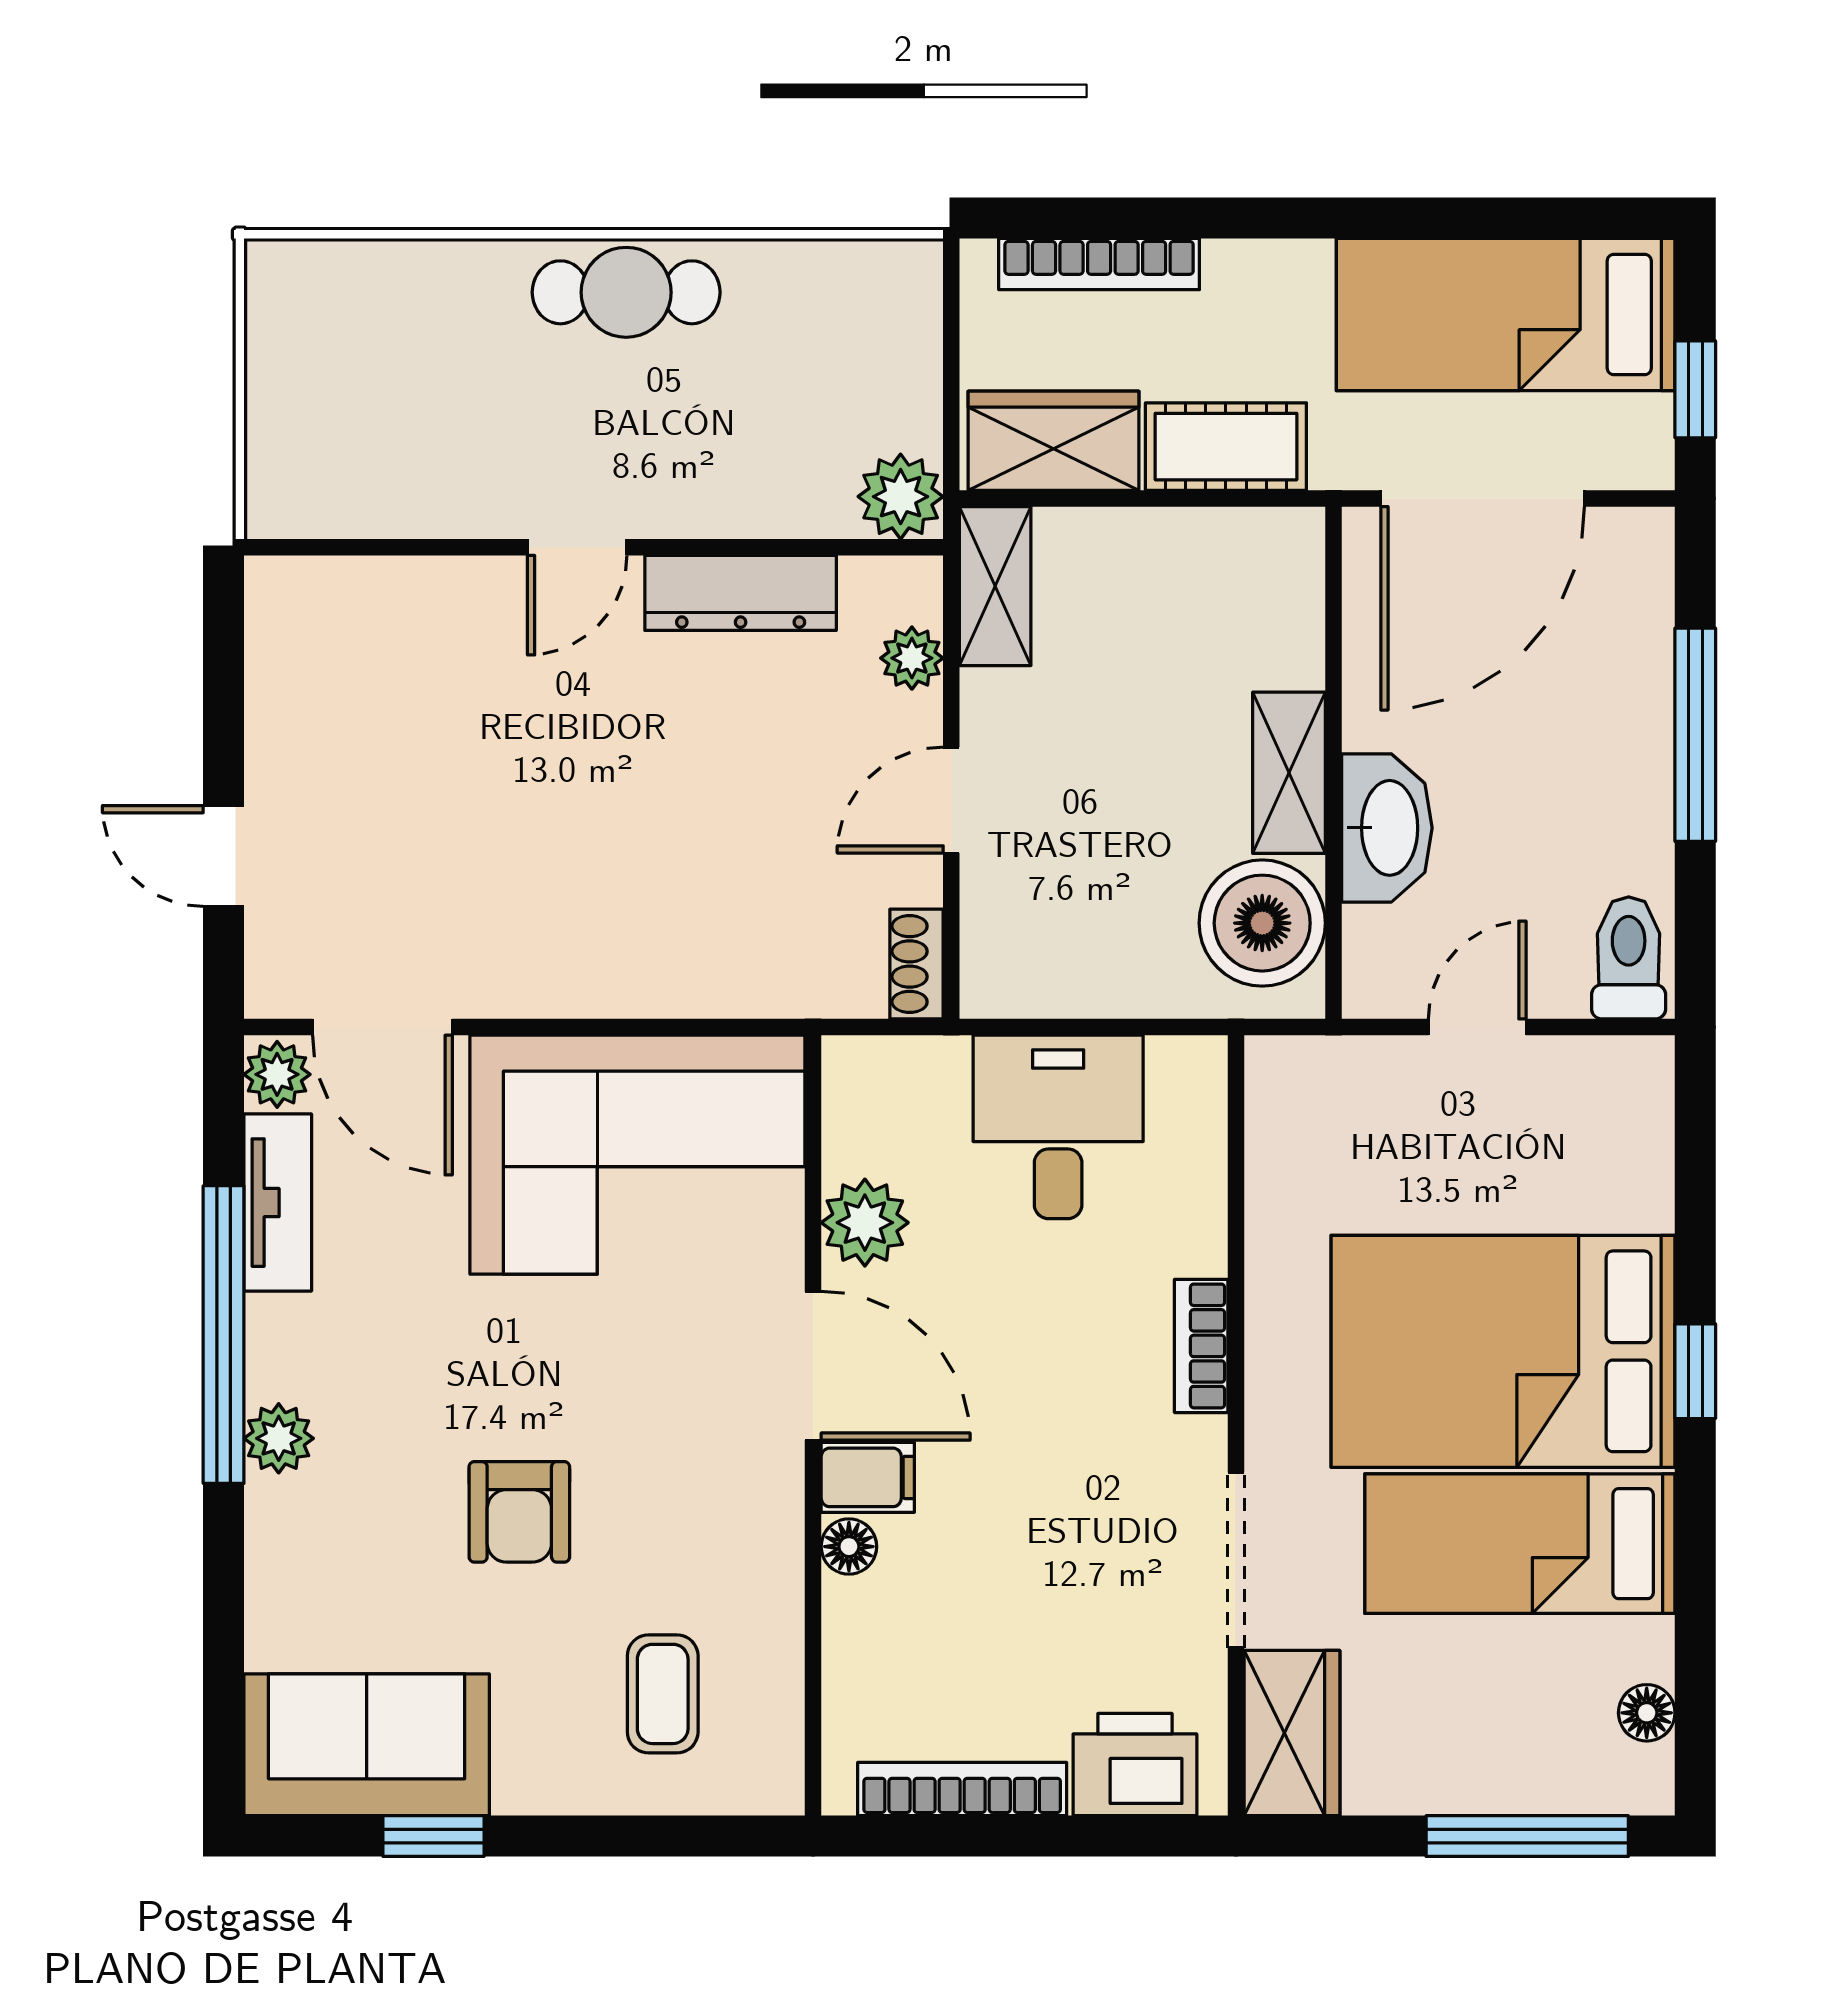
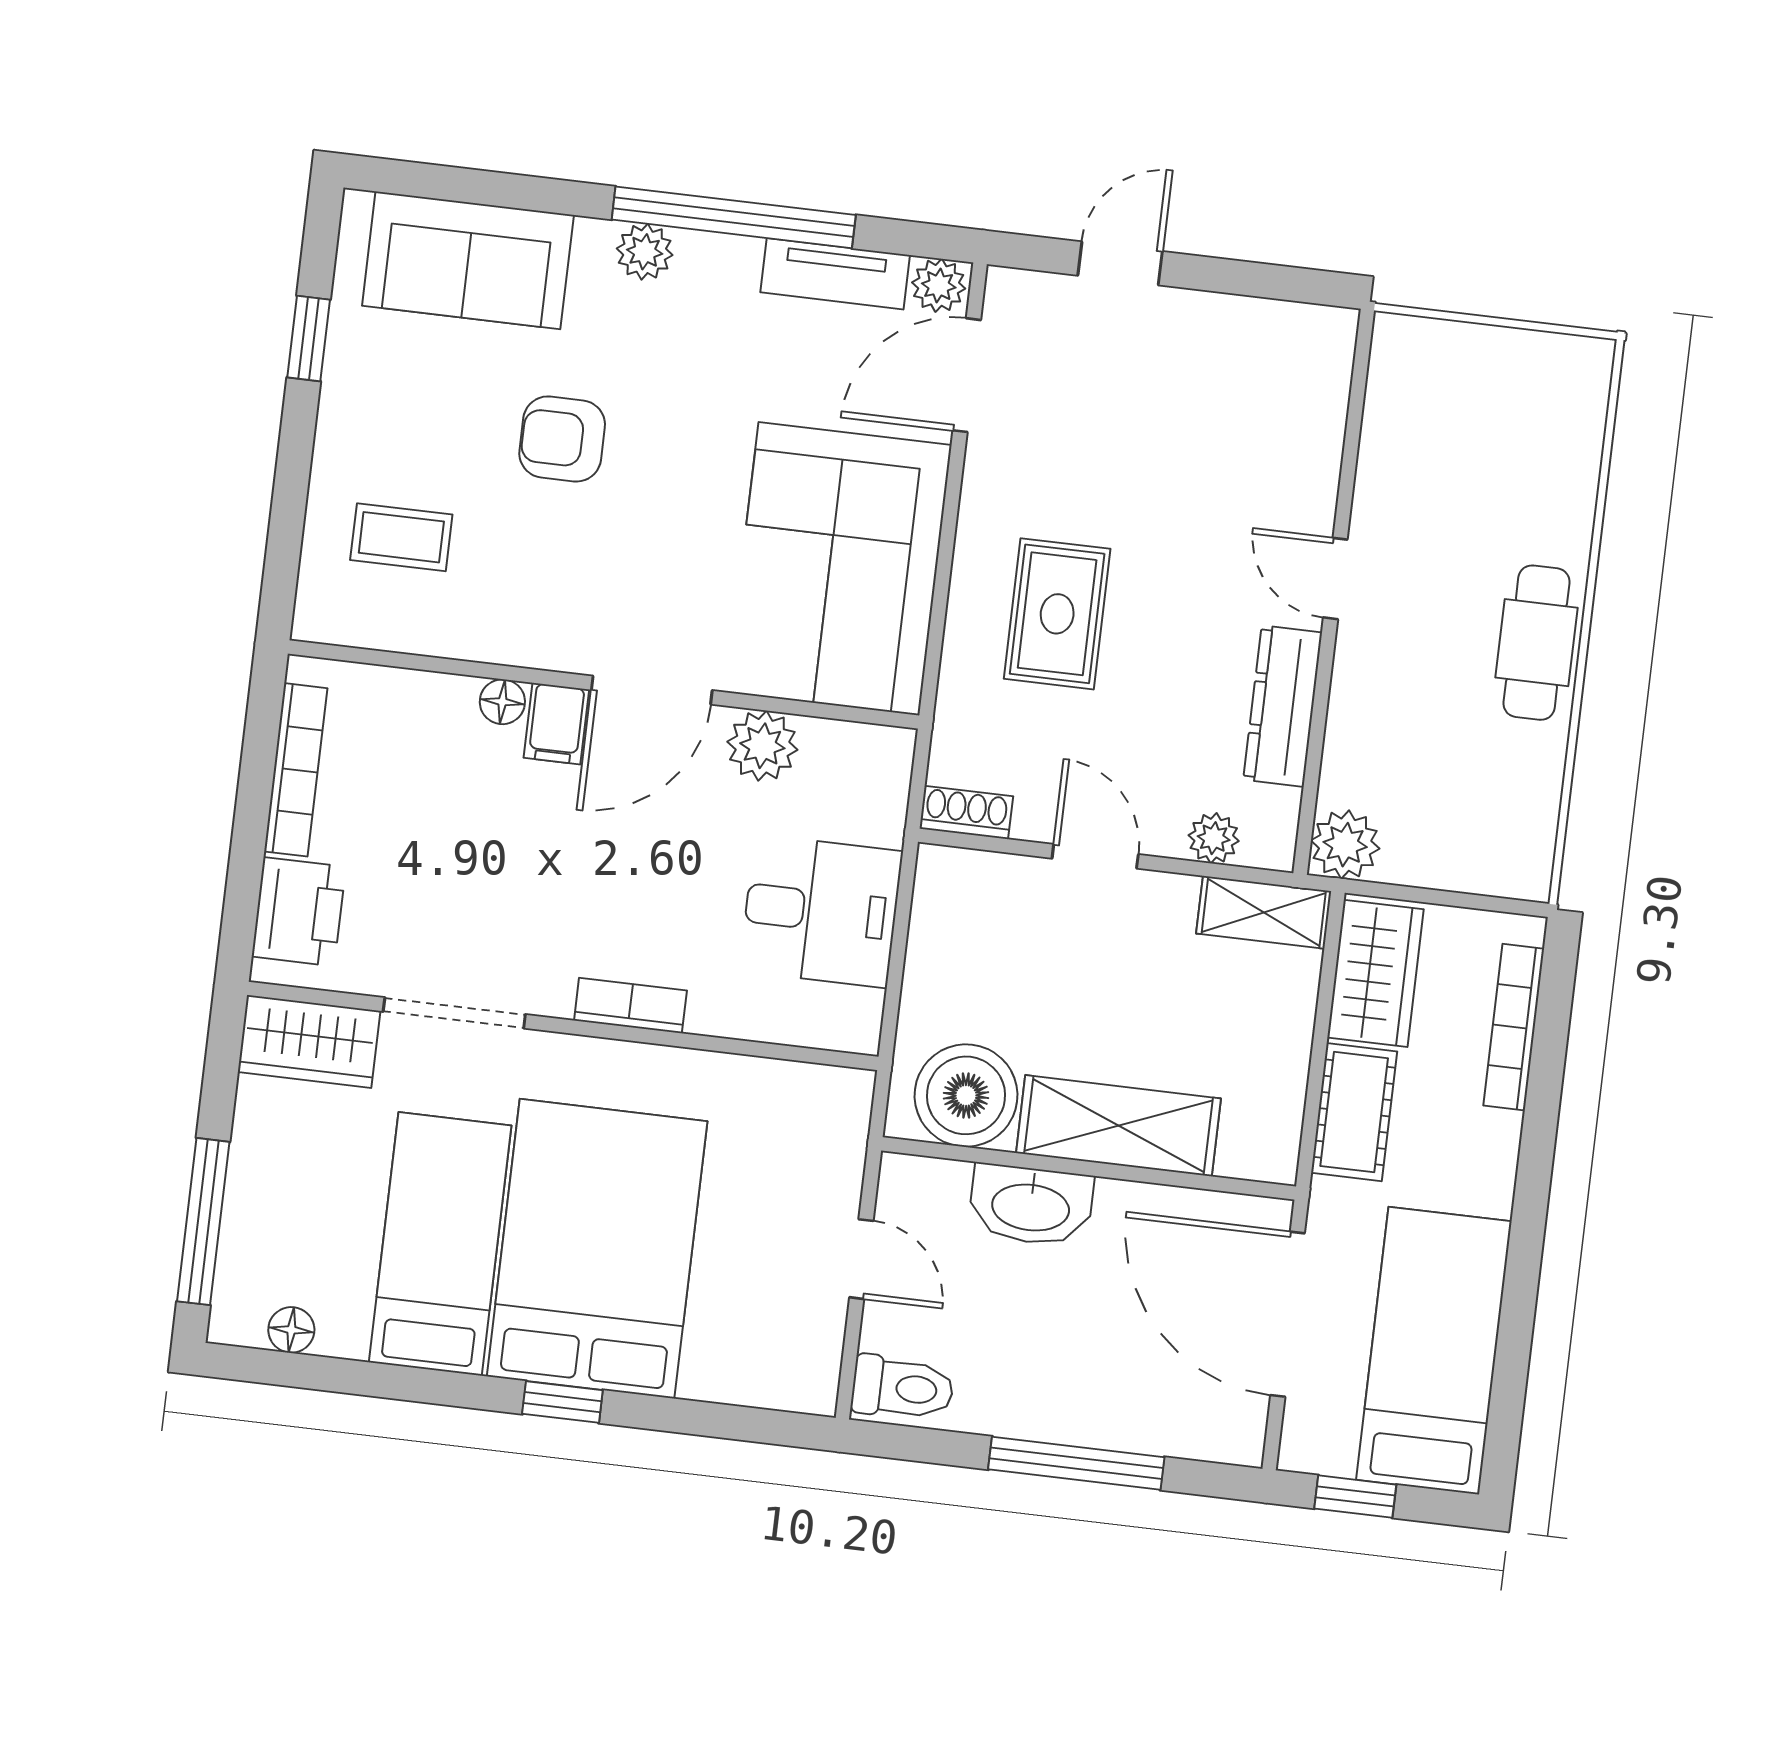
shelving: (1289, 773) -> (1118, 1126), width x1.50, depth x1.33
rug: (661, 882) -> (1057, 614), added
sofa: (367, 1745) -> (468, 260), moved, turned 90

